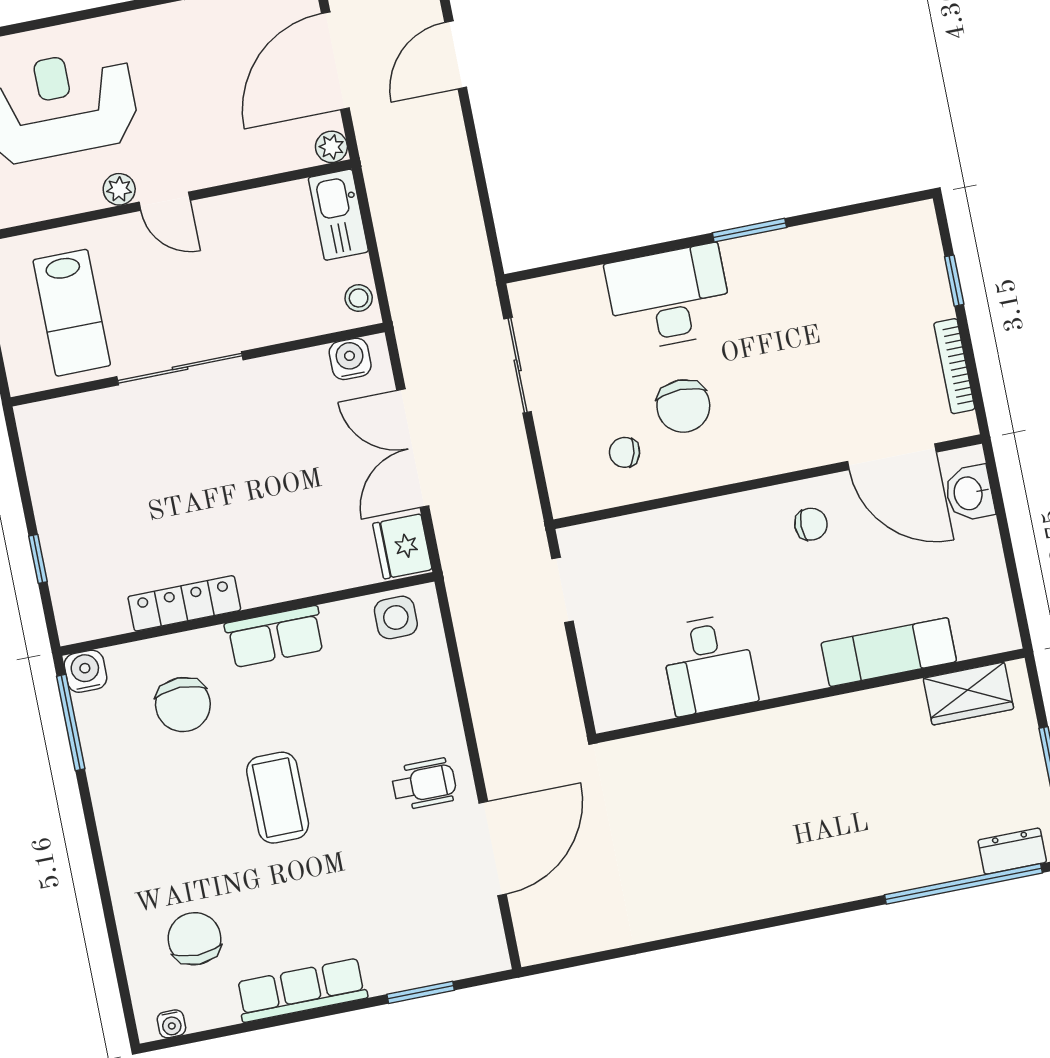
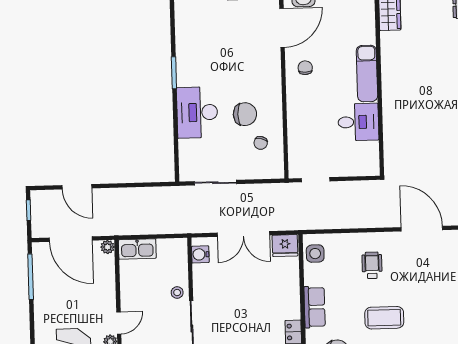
stool: (359, 298) -> (177, 293), moved
exam couch: (889, 652) -> (367, 73), moved
wheelchair: (424, 784) -> (372, 265), moved

